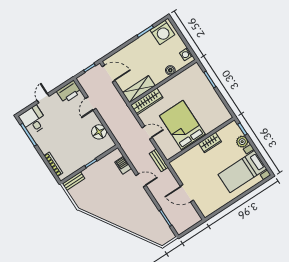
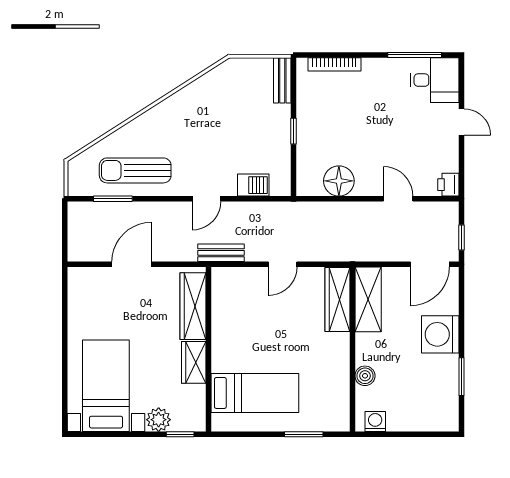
washing machine: (162, 32) -> (440, 334), moved
printer: (69, 92) -> (448, 185), width x0.53, depth x0.68
bed: (183, 125) -> (255, 393), moved, width x0.67
wardrobe: (188, 158) -> (193, 306), added
sun lounger: (148, 216) -> (135, 170), added

